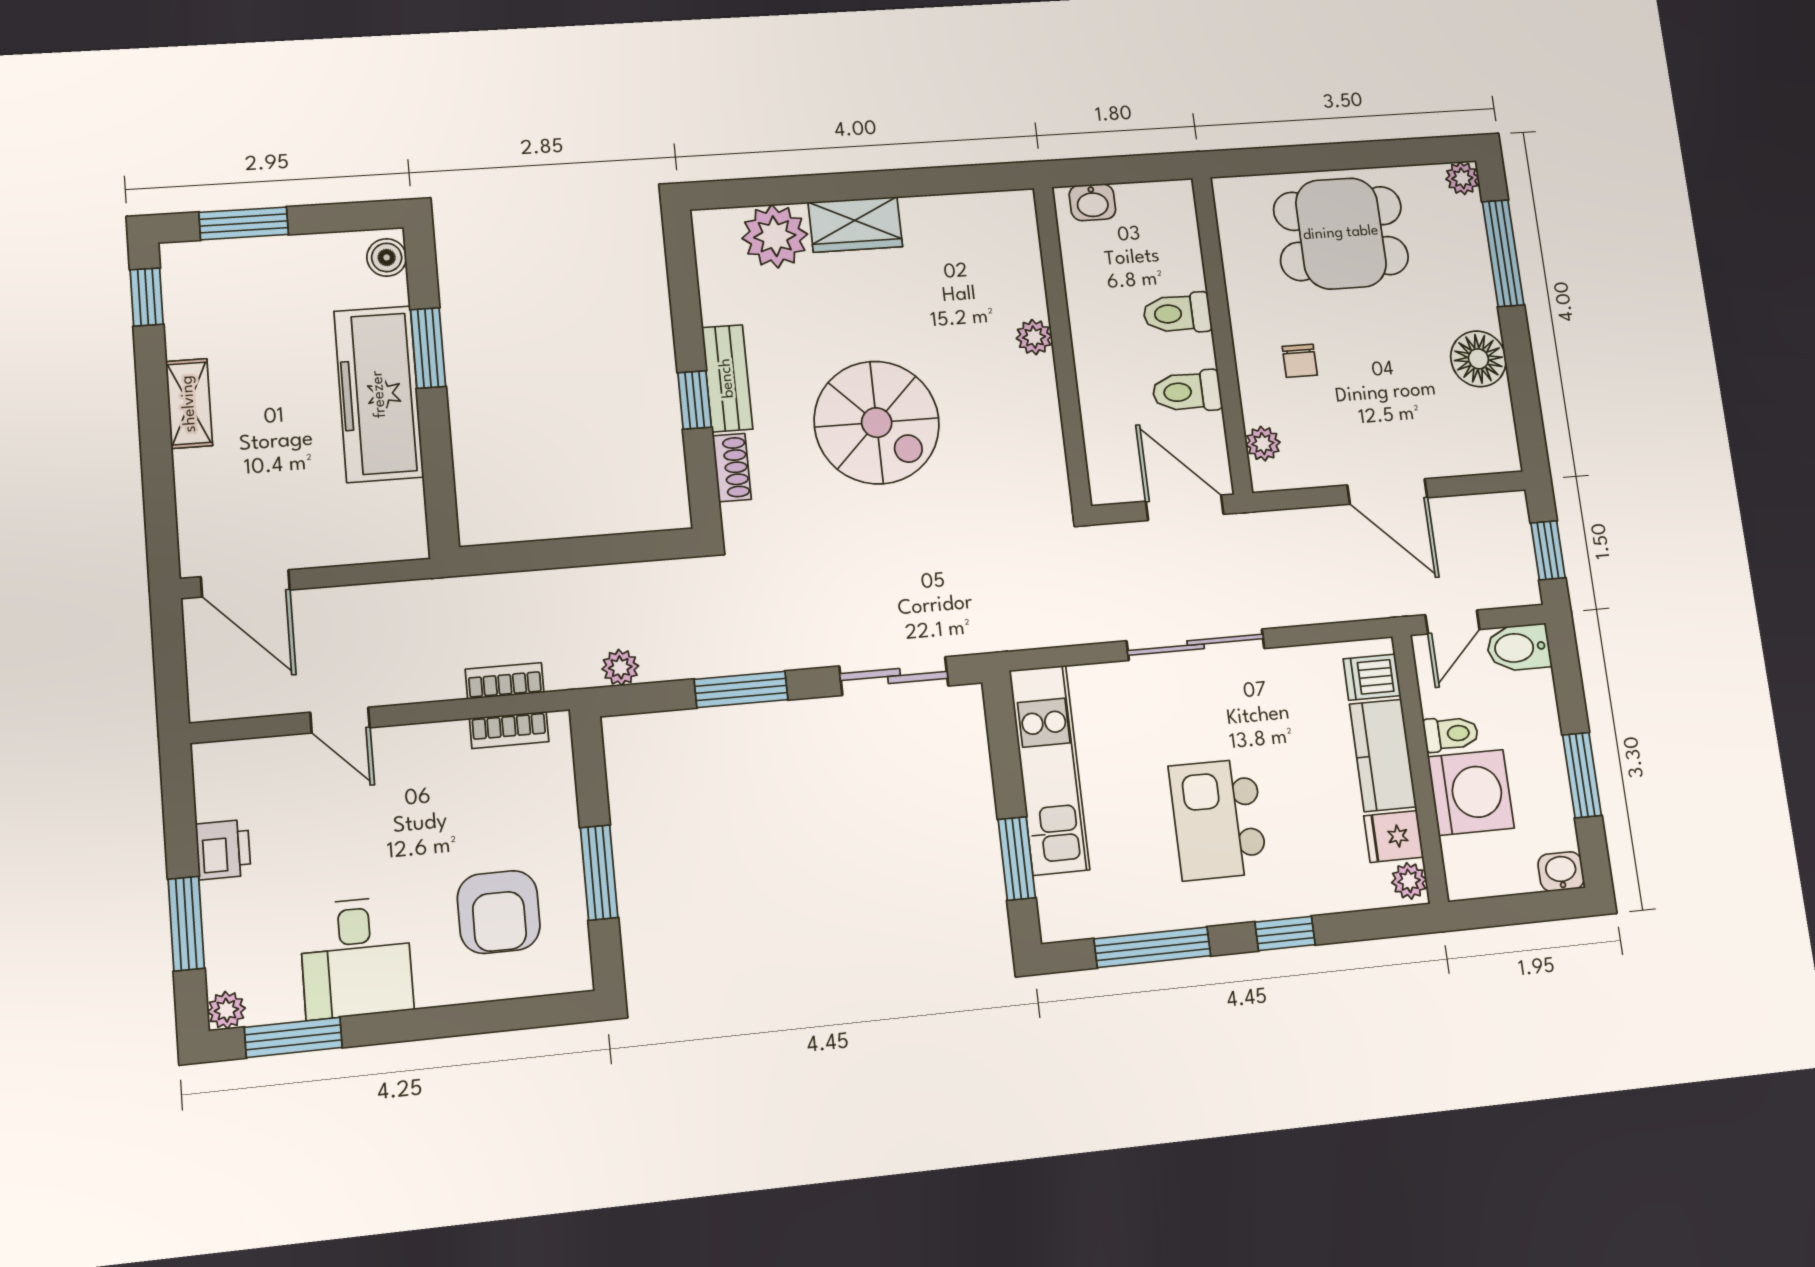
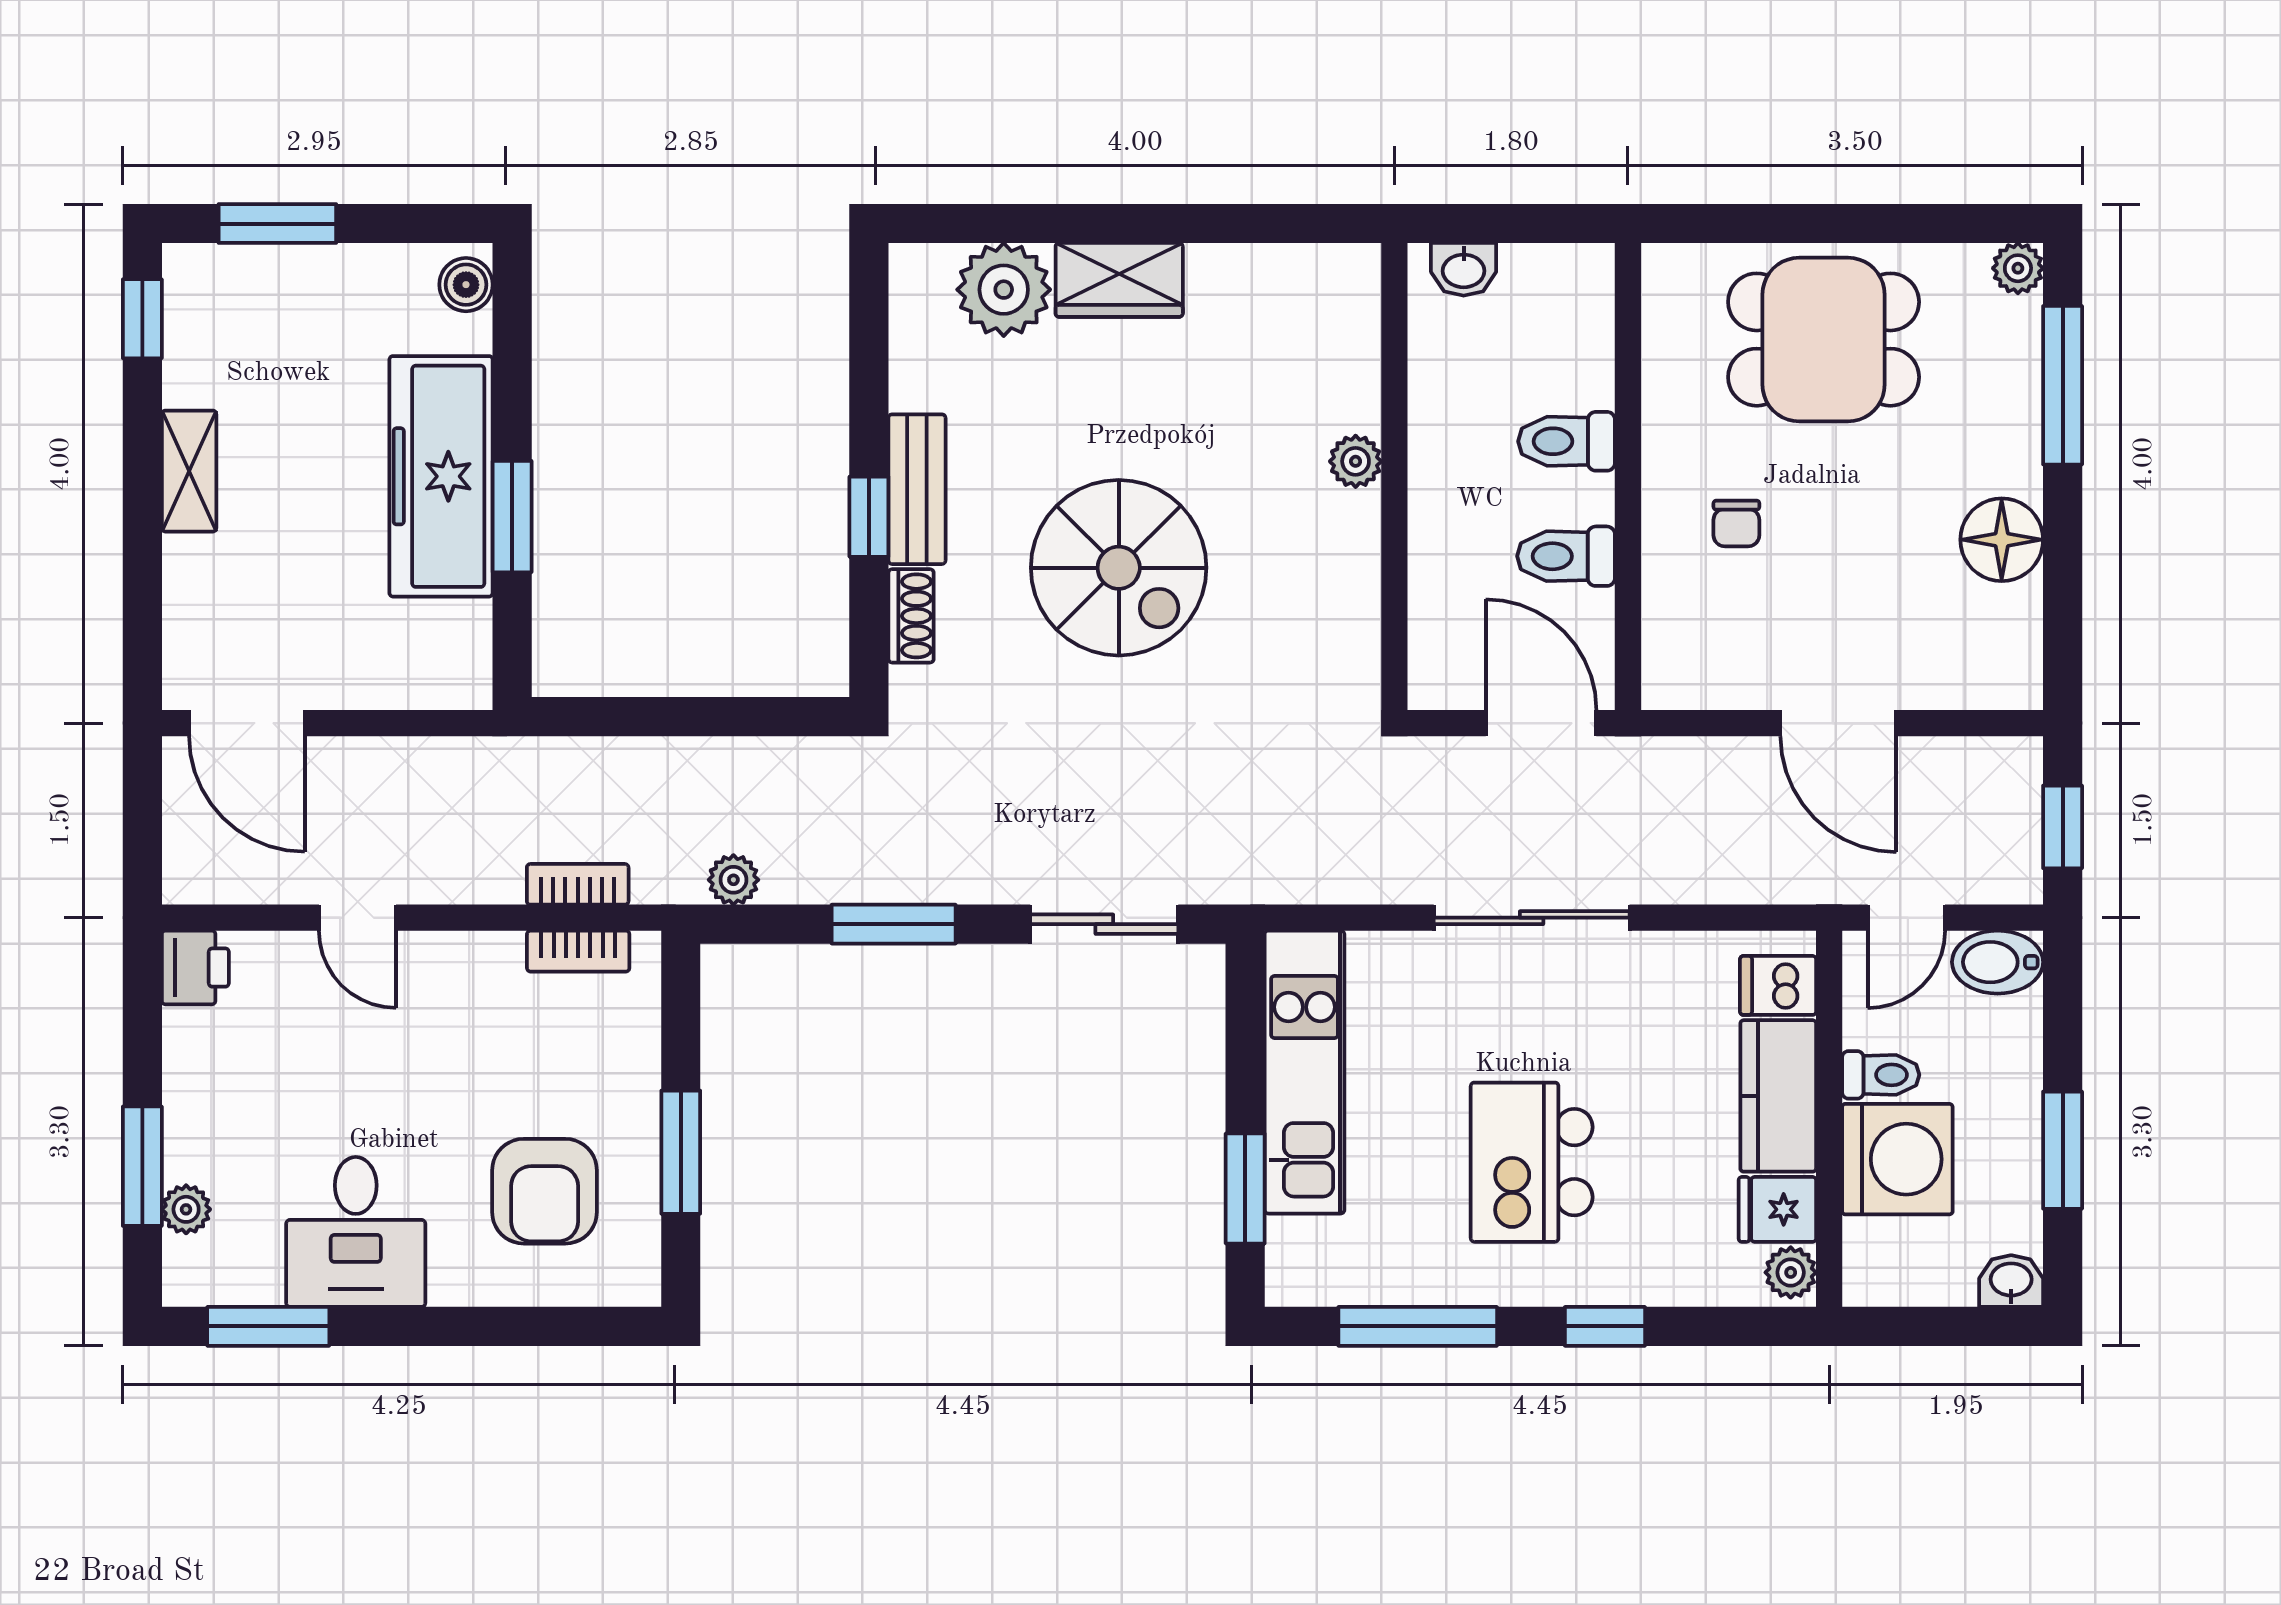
window: (428, 348) -> (512, 517), moved
plant: (1263, 444) -> (1666, 640), removed
printer: (223, 850) -> (195, 968), moved
plant: (226, 1010) -> (186, 1209), moved

